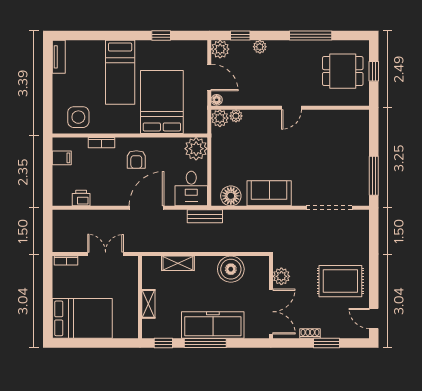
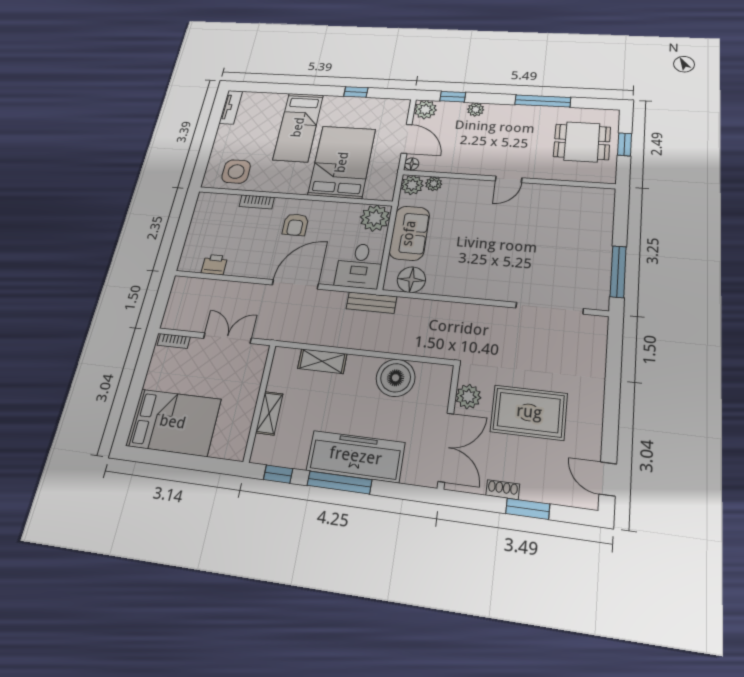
filing cabinet: (62, 158) -> (204, 215), removed
sofa: (269, 193) -> (409, 233), moved, turned 90
rug: (340, 281) -> (529, 412), moved

